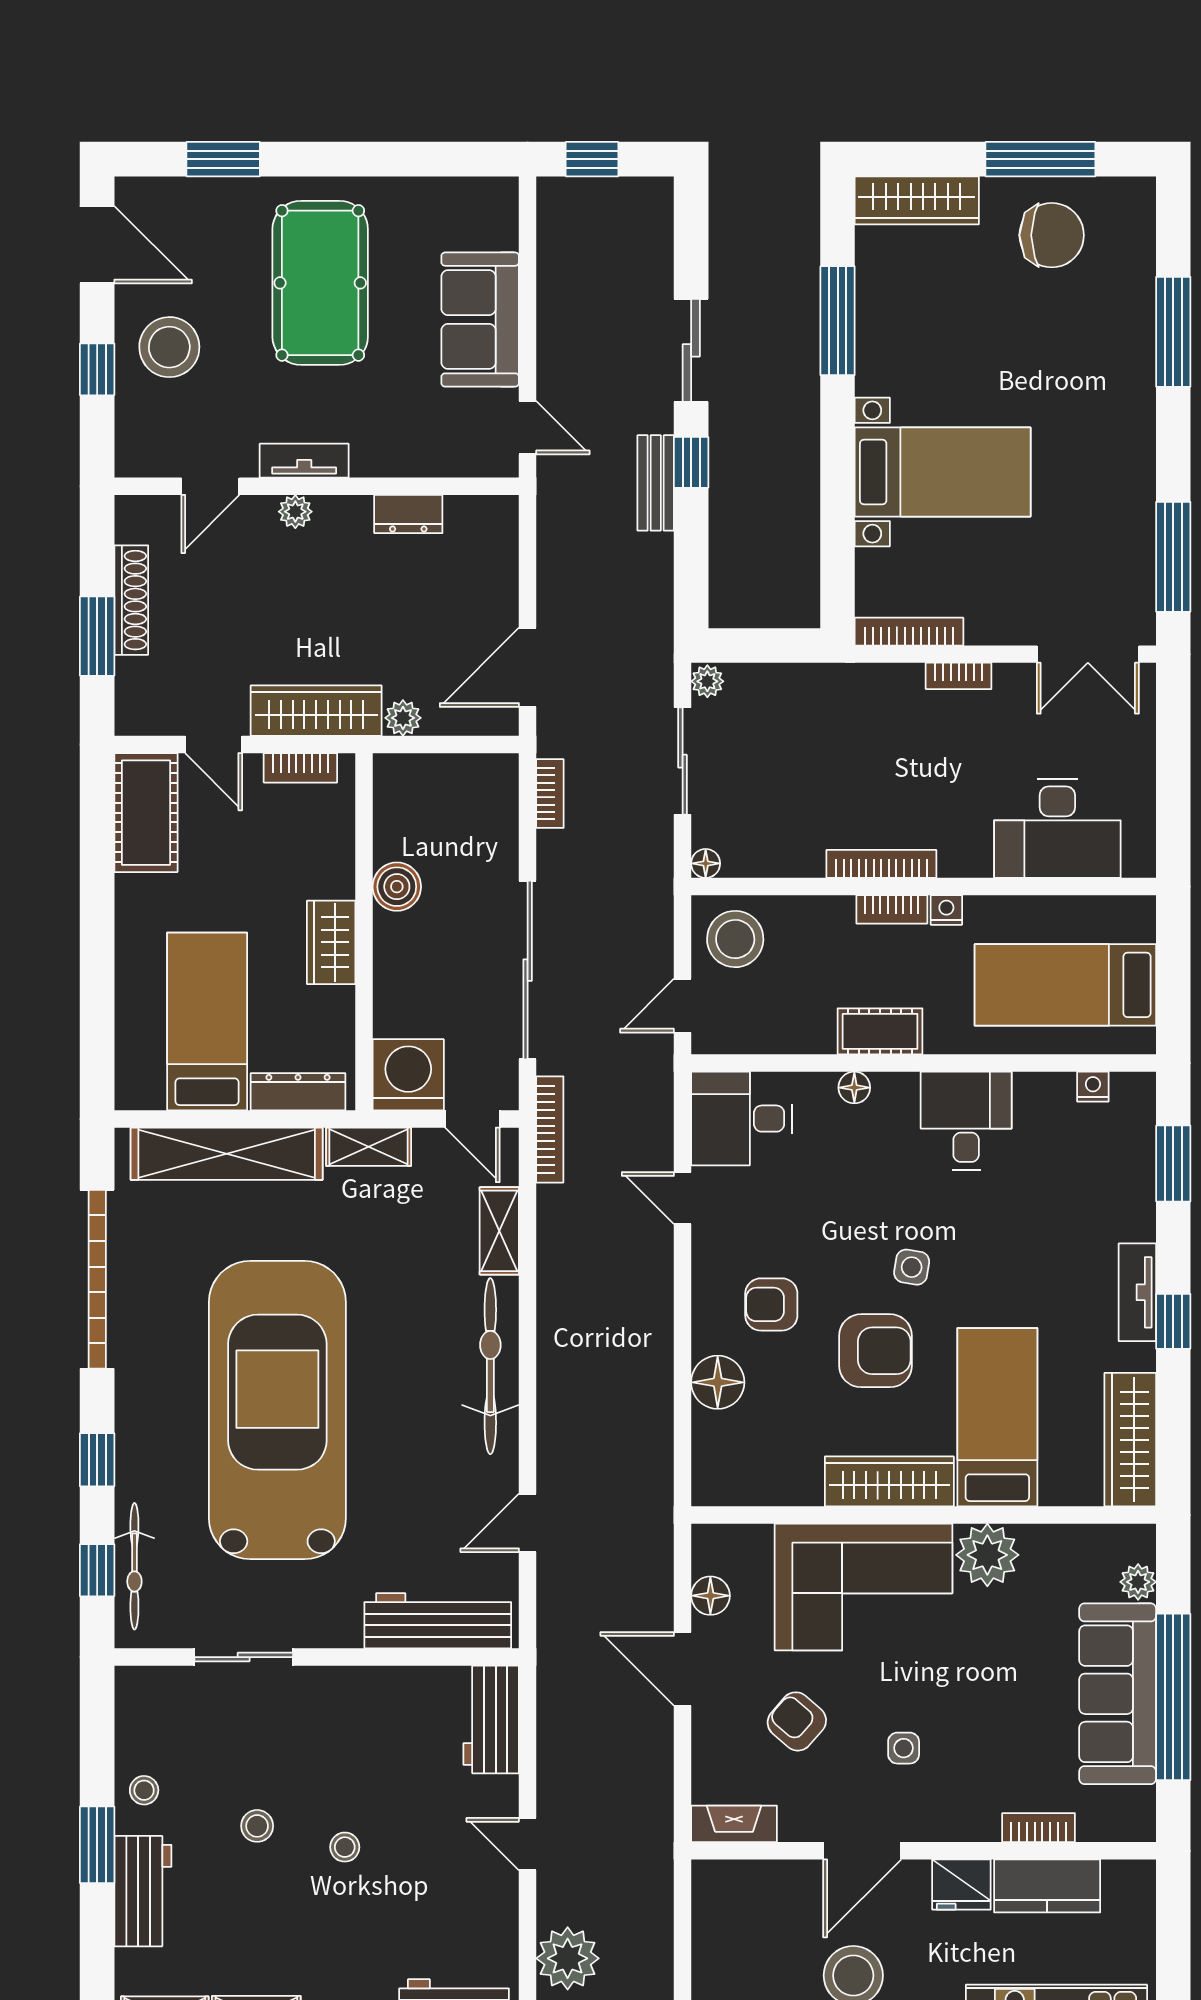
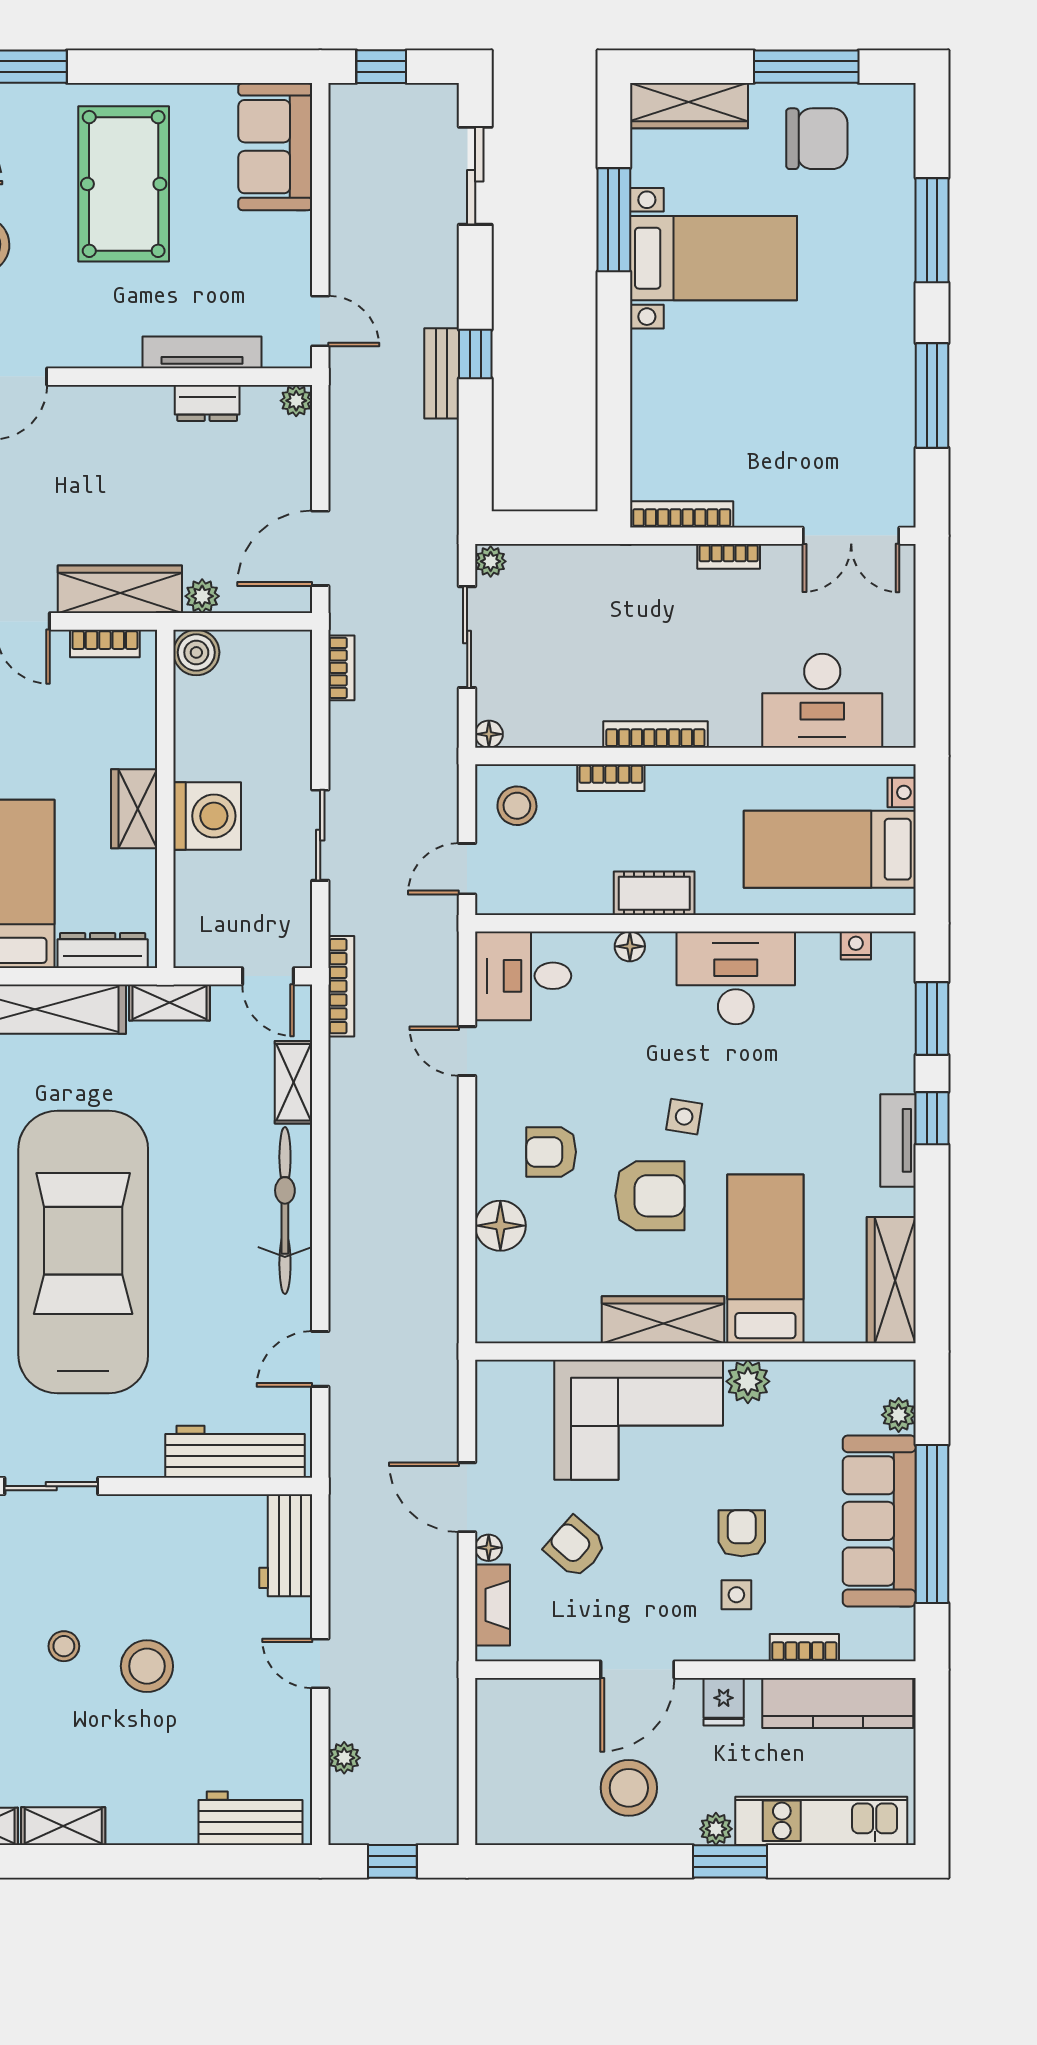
sofa: (480, 320) -> (275, 147), moved
sliding door: (691, 350) -> (475, 176), moved
tv unit: (304, 461) -> (202, 352), moved, width x1.41
bed with nightstands: (943, 472) -> (713, 258), moved
plant: (295, 512) -> (296, 401), moved
window: (1173, 557) -> (932, 396), moved
boiler: (397, 887) -> (196, 652), moved
bookcase: (892, 909) -> (611, 778), moved
nightstand: (946, 910) -> (902, 792), moved, turned 90
stool: (735, 939) -> (517, 806), width x0.73, depth x0.73
sliding door: (528, 970) -> (320, 835), width x0.54
washing machine: (408, 1075) -> (207, 816), moved, turned 90
desk: (966, 1121) -> (736, 978), width x1.37
window: (1173, 1321) -> (932, 1118), moved
plant: (987, 1555) -> (748, 1381), width x0.73, depth x0.73
floor lamp: (710, 1596) -> (489, 1548), moved, width x0.73, depth x0.73
armchair: (972, 1707) -> (742, 1533), added
side table: (904, 1748) -> (736, 1595), moved
fireplace: (734, 1824) -> (493, 1605), moved, turned 90
stool: (345, 1847) -> (147, 1666), width x1.89, depth x1.89
fridge: (961, 1885) -> (724, 1702), width x0.72
kitchen counter: (1047, 1886) -> (838, 1703), width x1.50
plant: (568, 1958) -> (344, 1758), width x0.53, depth x0.53

